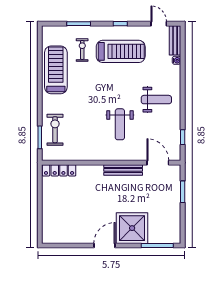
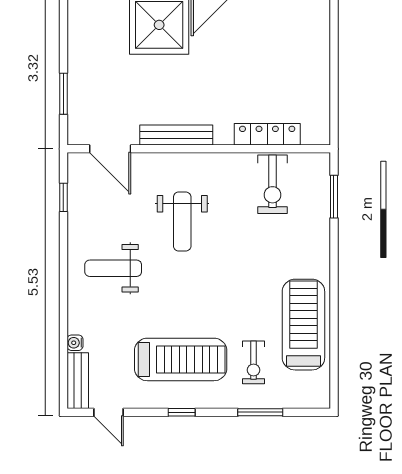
treadmill: (121, 51) -> (181, 359), turned 180
treadmill: (56, 70) -> (303, 325), turned 180
weight bench: (120, 124) -> (182, 222), turned 180
exercise bike: (55, 130) -> (272, 184), moved
locker: (59, 170) -> (267, 134), moved

